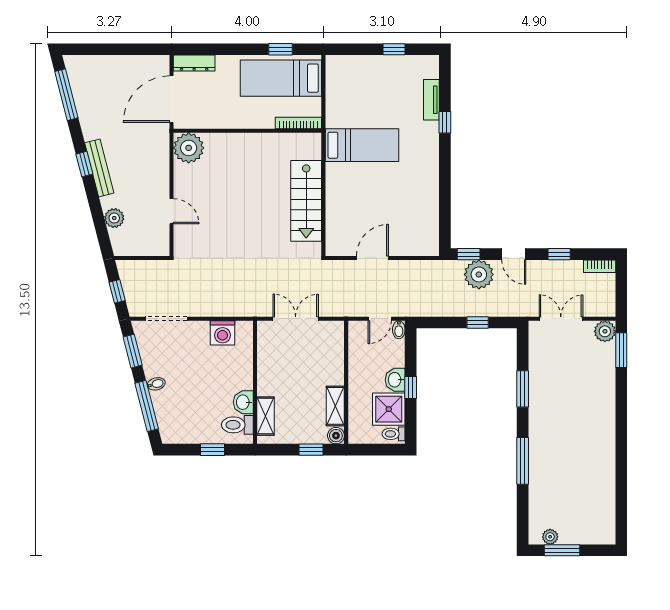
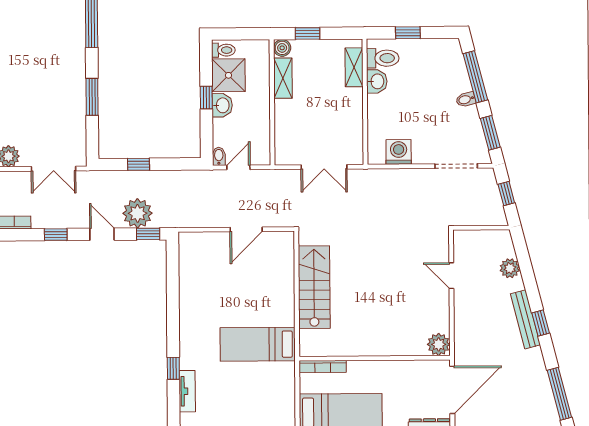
plant: (189, 148) -> (439, 344), width x0.73, depth x0.73

